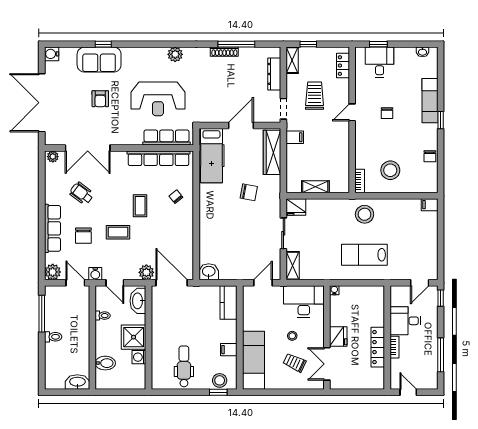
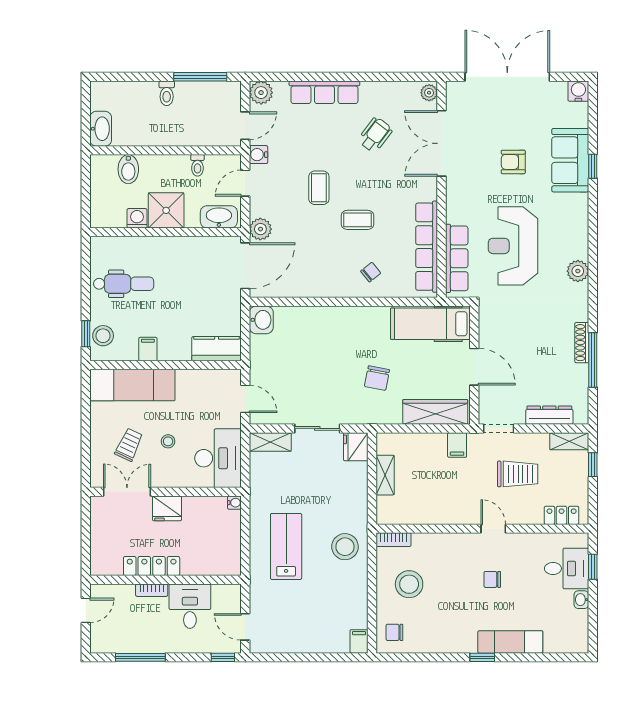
washbasin: (423, 52) -> (581, 600), moved
chair: (430, 156) -> (394, 632), moved
chair: (83, 236) -> (314, 137), removed

